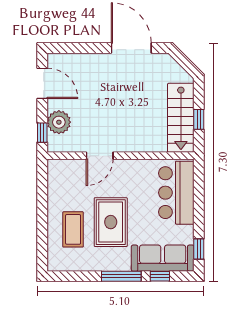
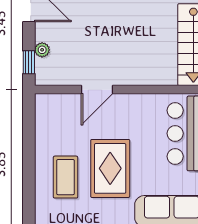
plant: (59, 122) -> (42, 50), width x0.53, depth x0.53

